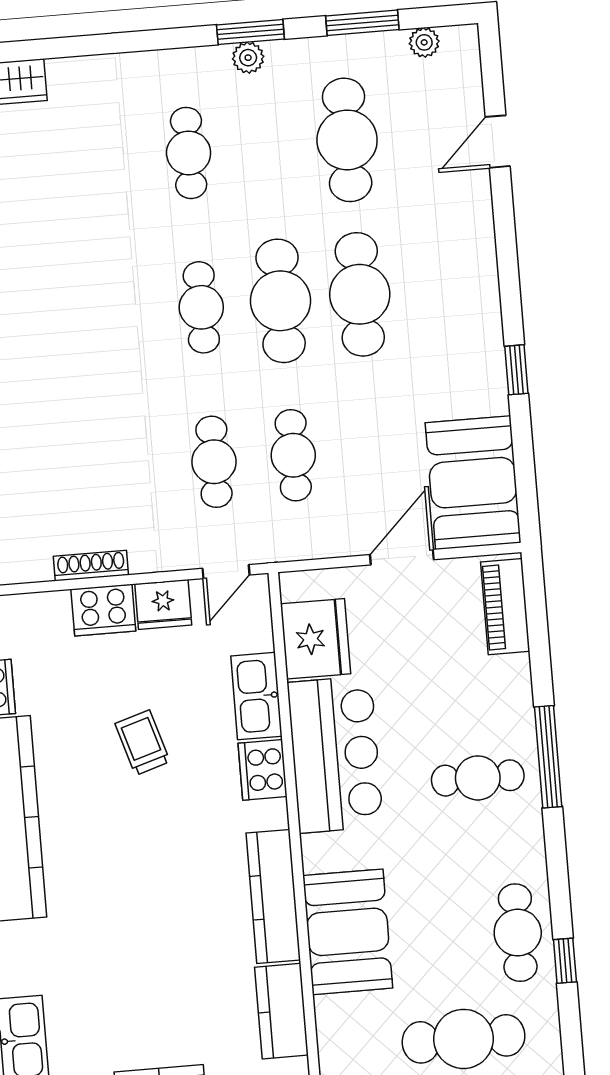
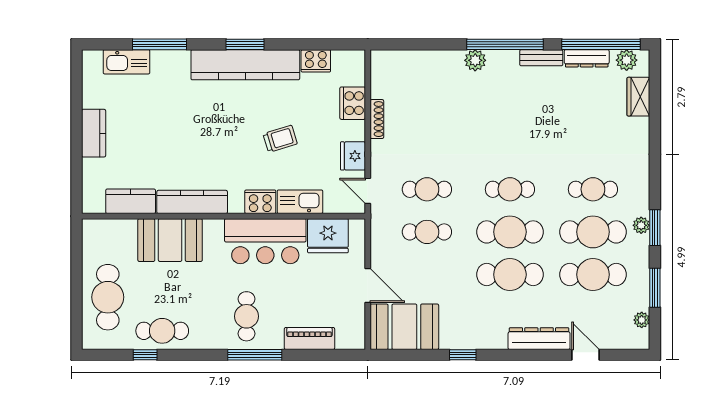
cafe table: (268, 146) -> (593, 232), added
dresser: (475, 230) -> (539, 339), added
piano: (505, 607) -> (309, 338), moved
cooker: (103, 610) -> (353, 103), moved

